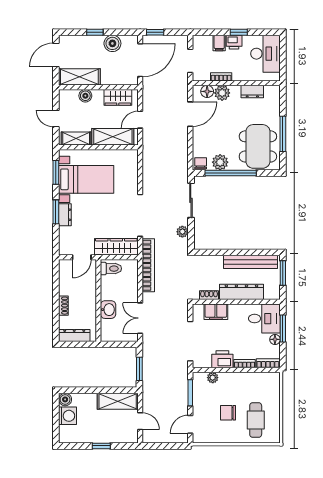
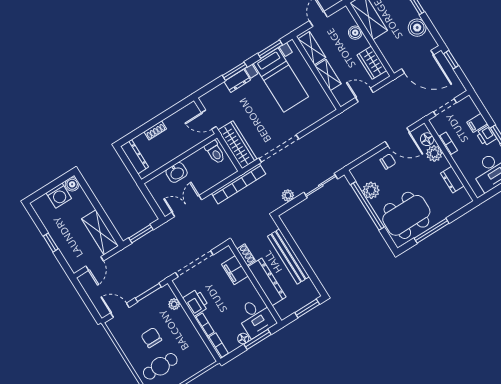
shelving: (113, 137) -> (328, 75), width x0.67, depth x0.75
chair: (201, 163) -> (388, 162), moved
bench: (250, 262) -> (288, 256), moved

